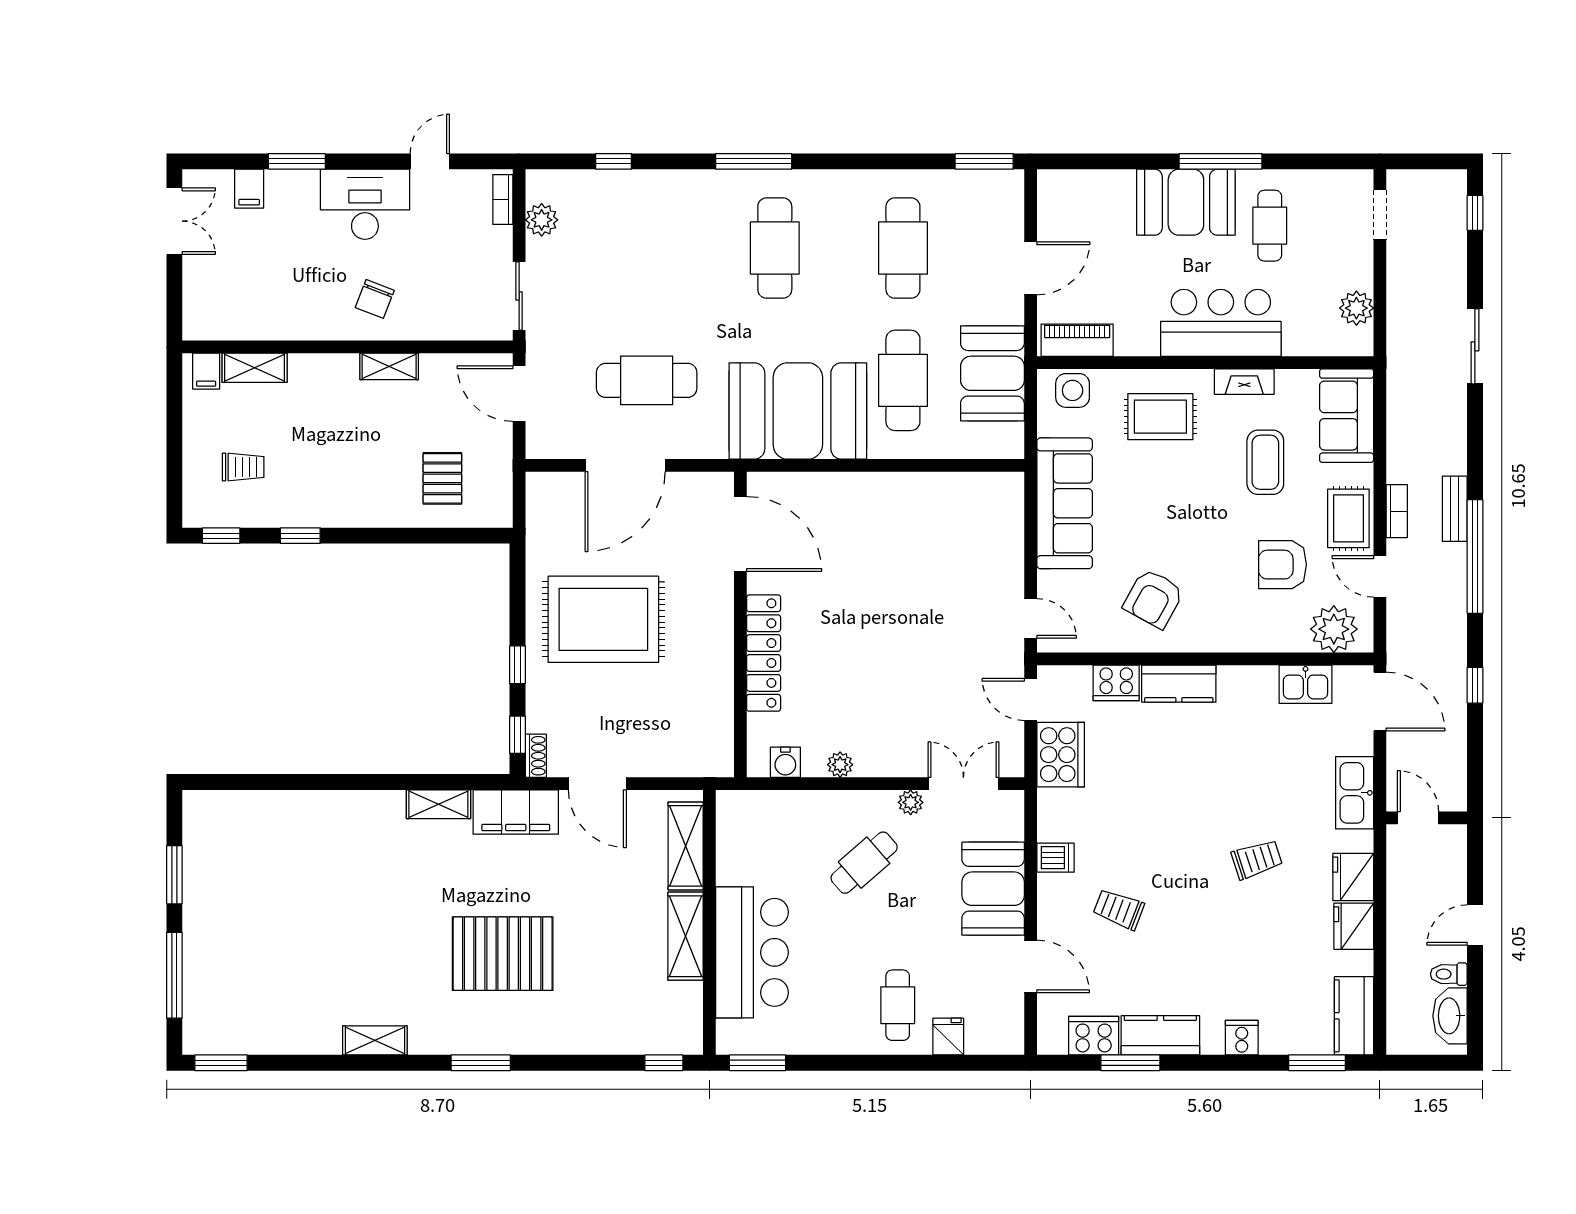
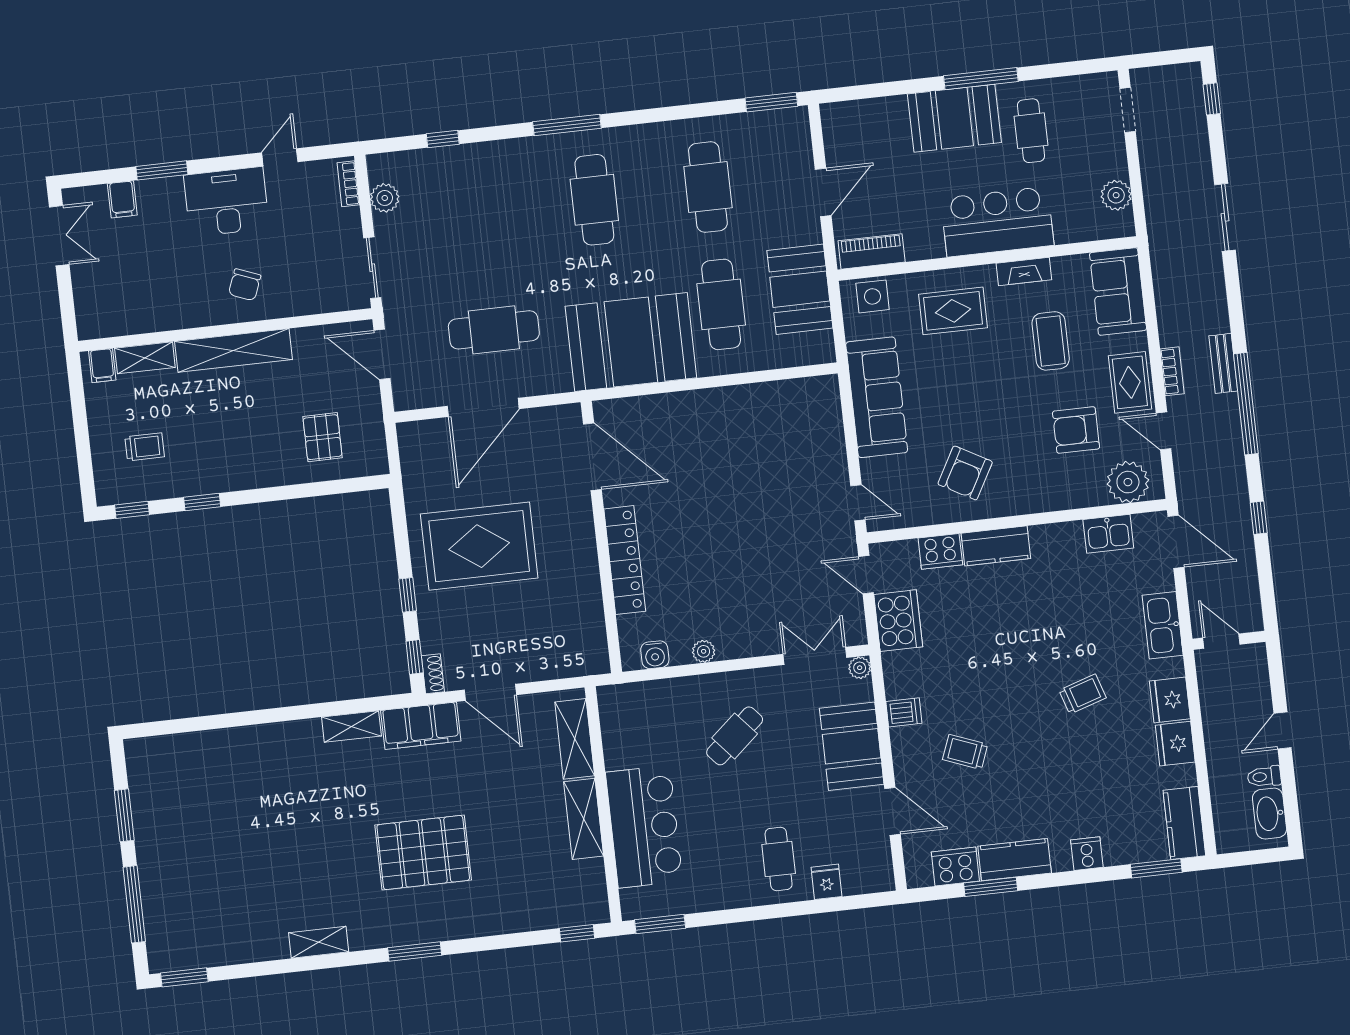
shelving: (389, 366) -> (233, 350), width x2.20, depth x1.33
plant: (911, 802) -> (860, 668), moved

